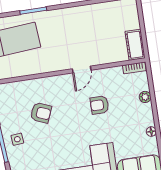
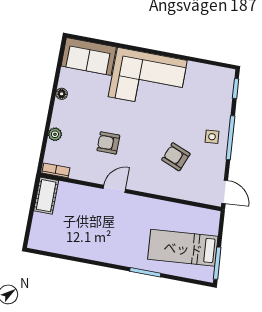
armchair: (99, 105) -> (108, 143), turned 180

